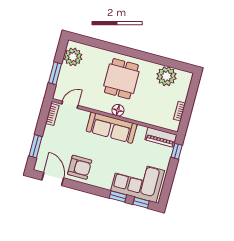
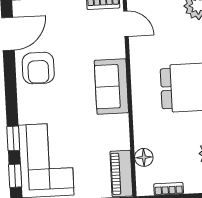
floor lamp: (118, 110) -> (144, 157), moved
sofa: (112, 128) -> (111, 87), width x0.73

